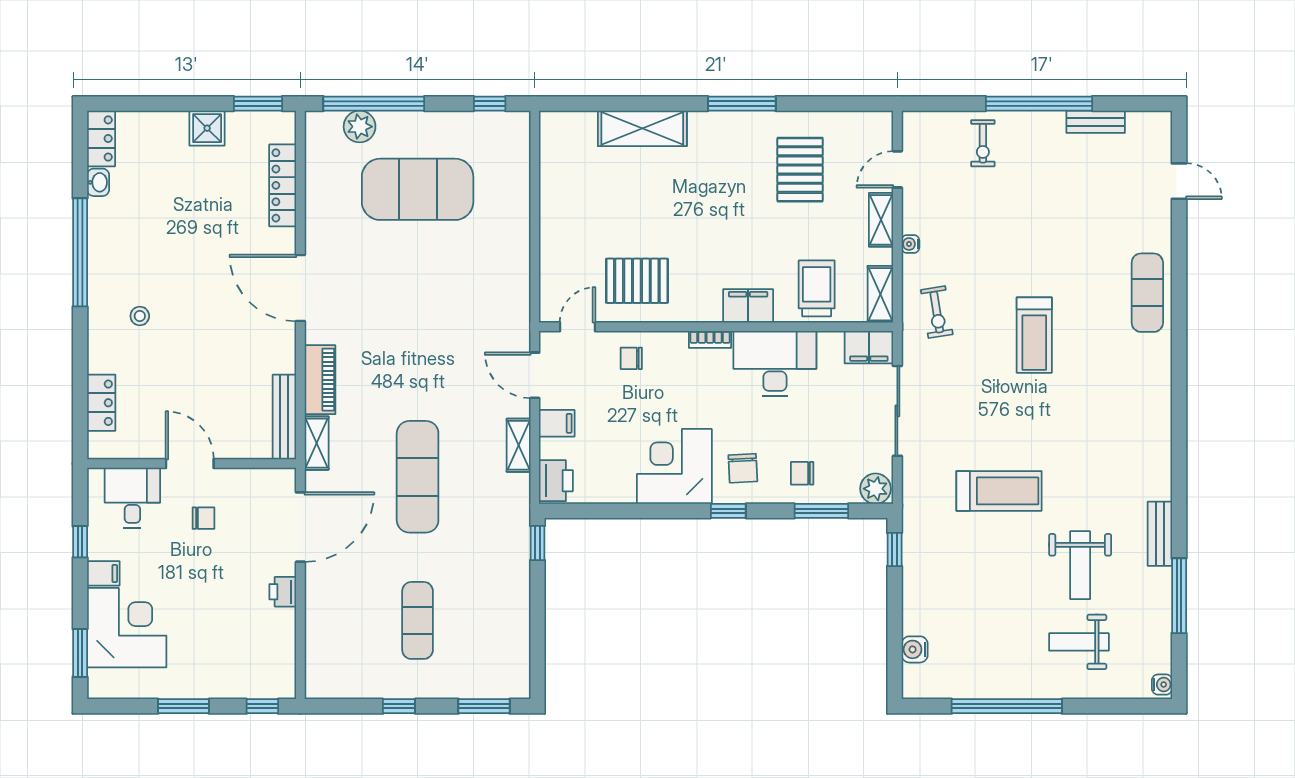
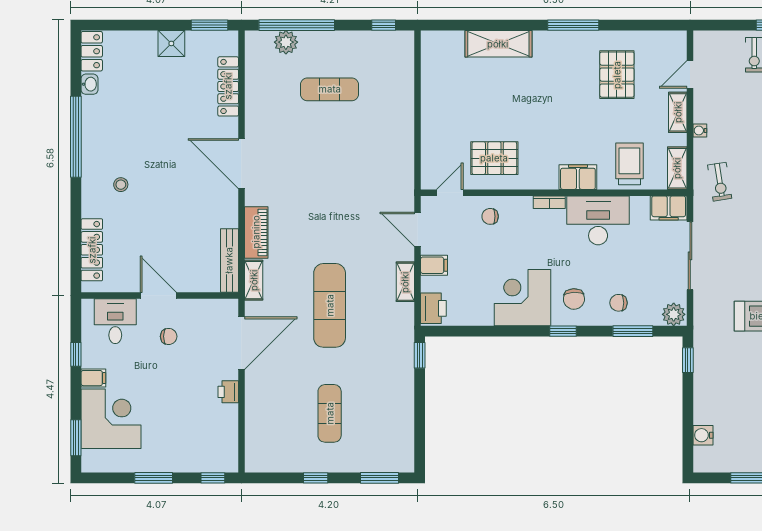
exercise mat: (418, 189) -> (330, 89), width x0.50, depth x0.69
locker: (101, 403) -> (92, 250), width x1.53

